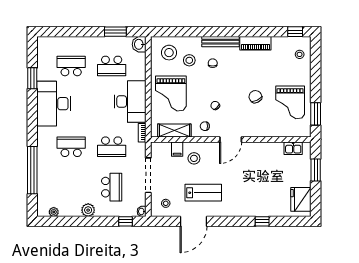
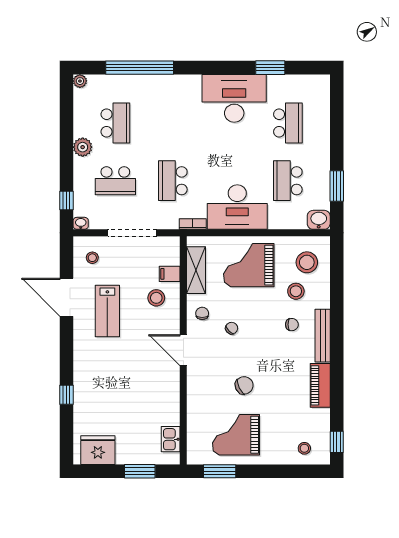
school desk: (71, 147) -> (115, 123), moved
plant: (54, 212) -> (80, 81), moved

